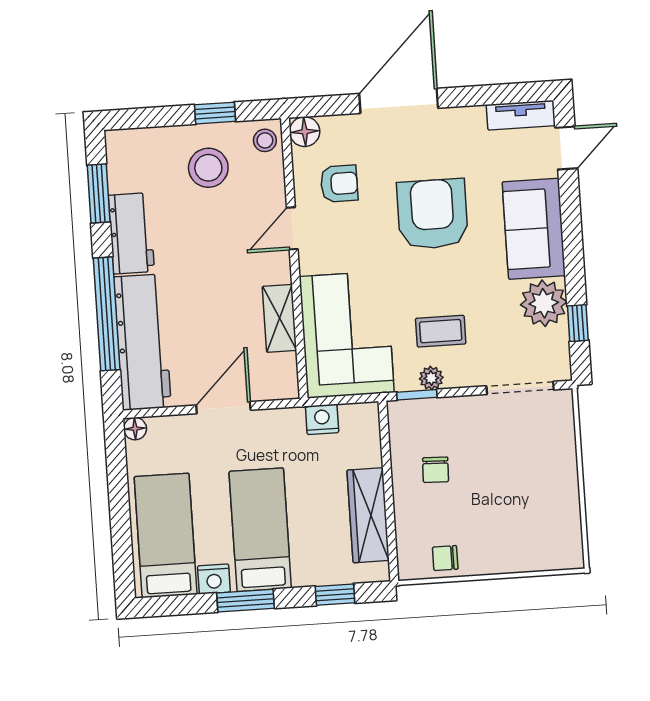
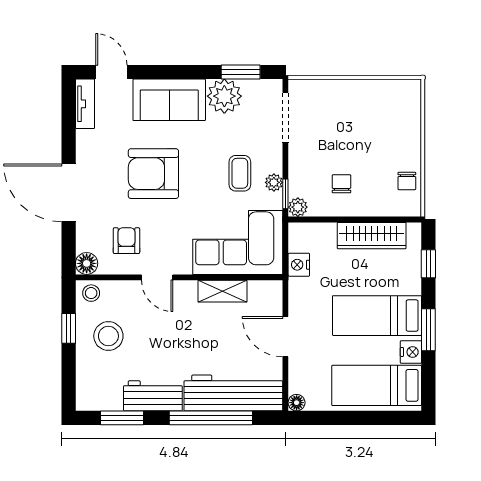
window: (578, 323) -> (241, 72), width x1.50
plant: (400, 413) -> (298, 207), added
chair: (436, 470) -> (341, 184), turned -92

